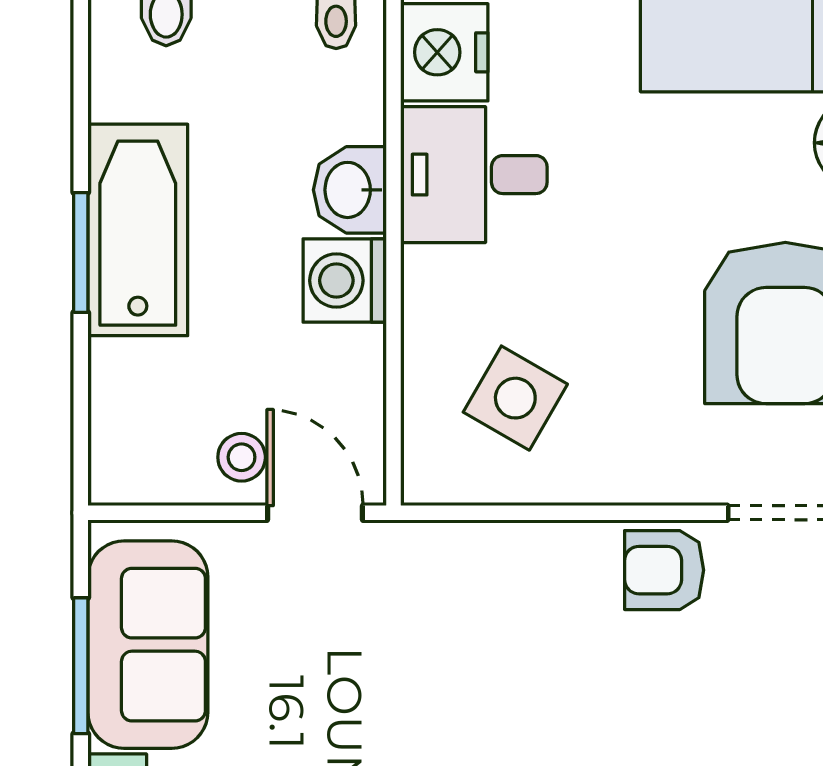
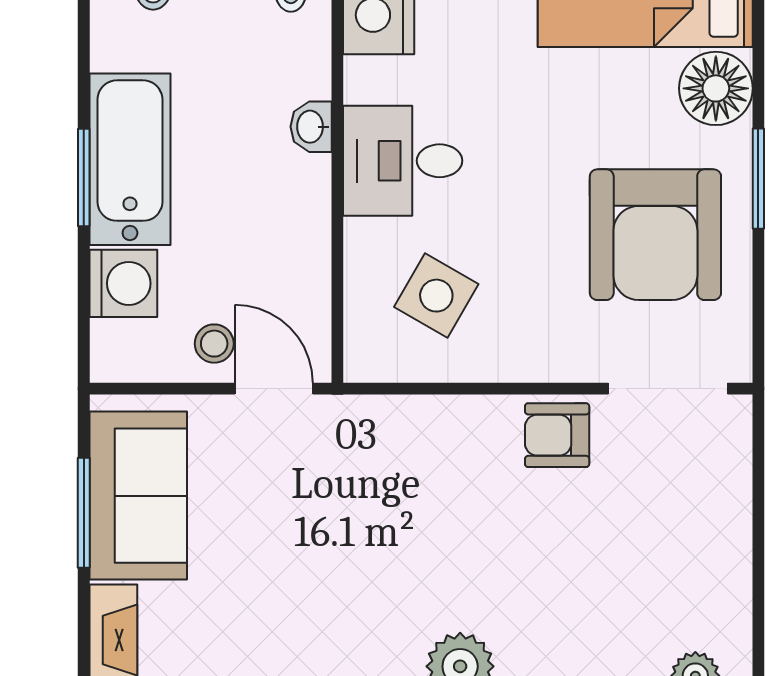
desk: (474, 175) -> (403, 161), moved
washbasin: (350, 190) -> (311, 127), width x0.72, depth x0.69
washing machine: (345, 280) -> (123, 283), moved, turned 180

